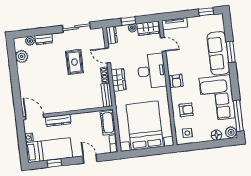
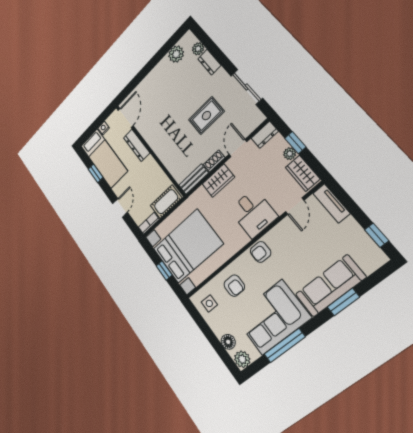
desk: (152, 71) -> (253, 213), width x0.73
window: (238, 116) -> (285, 346), moved
window: (150, 152) -> (164, 270), added

